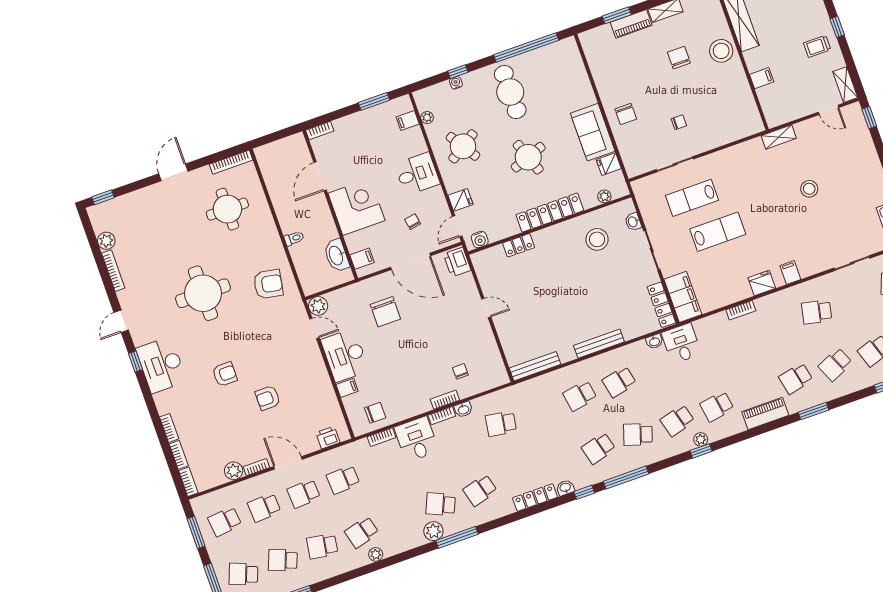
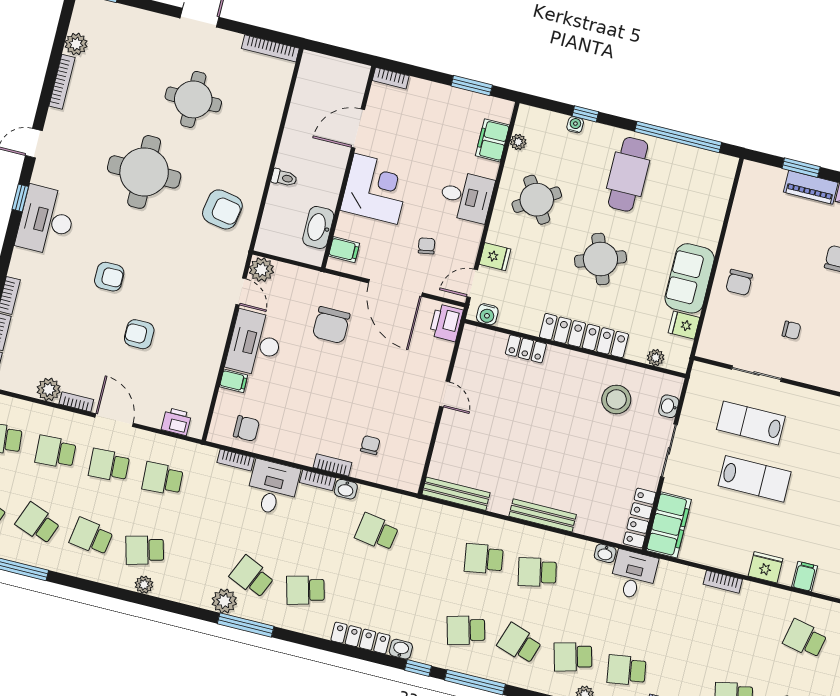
filing cabinet: (408, 121) -> (492, 140), width x2.00
round table: (227, 209) -> (193, 99), moved

